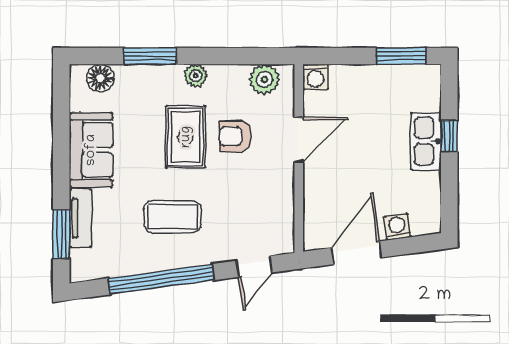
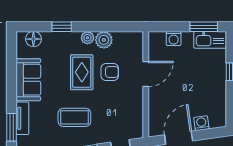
window: (150, 56) -> (62, 27), width x0.67
washing machine: (315, 77) -> (174, 38), moved
plant: (264, 79) -> (104, 40), moved
armchair: (235, 136) -> (110, 72), turned 180
kitchen sink: (426, 141) -> (210, 40), moved, turned -90

